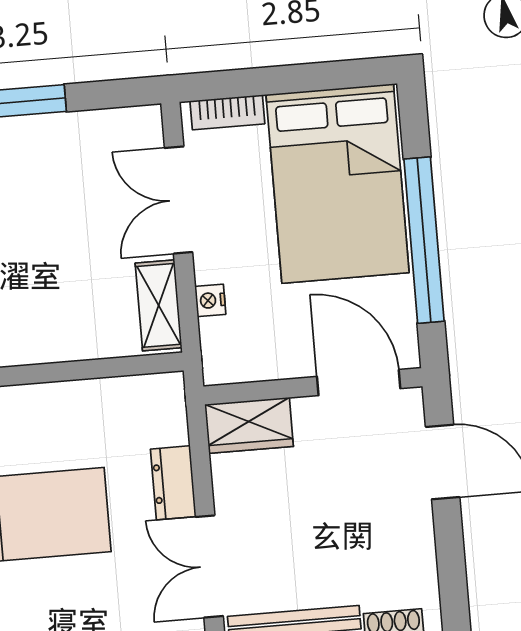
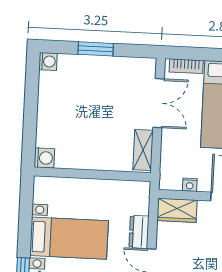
double door: (179, 200) -> (159, 103), swing flipped
nightstand: (210, 300) -> (190, 185), moved, turned -90

